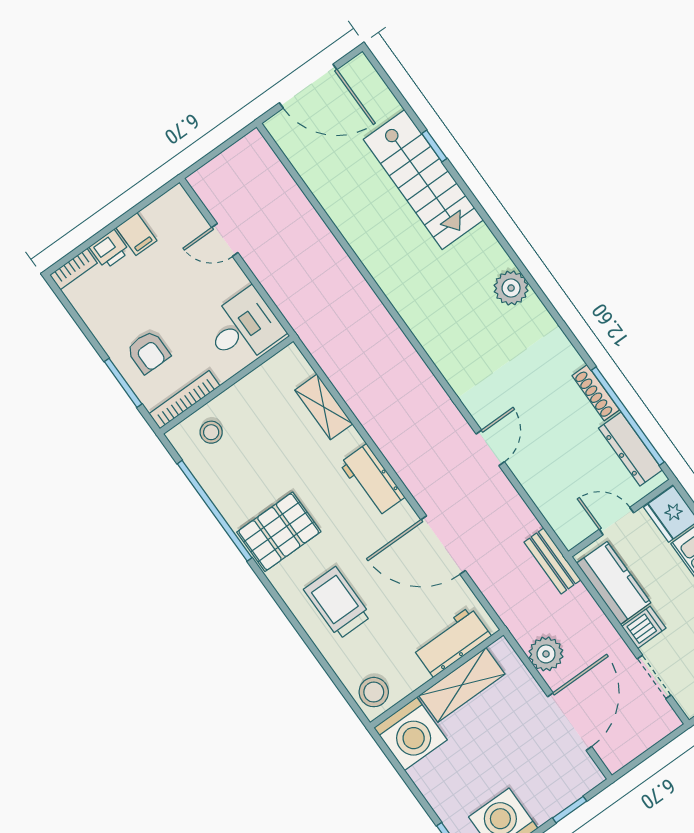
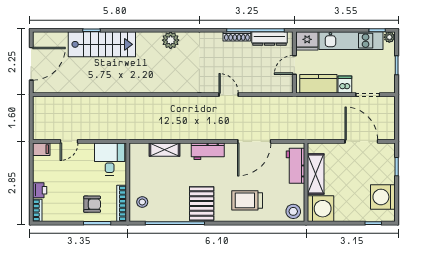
filing cabinet: (136, 234) -> (41, 149), moved
bench: (552, 561) -> (292, 102), removed
plant: (546, 654) -> (327, 131), removed

